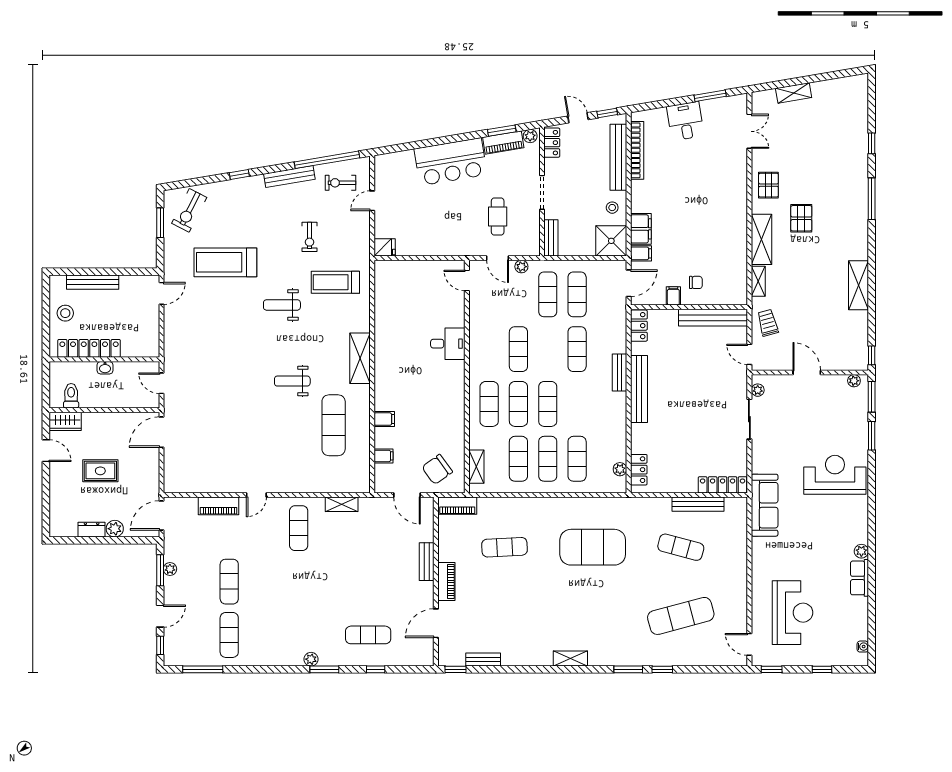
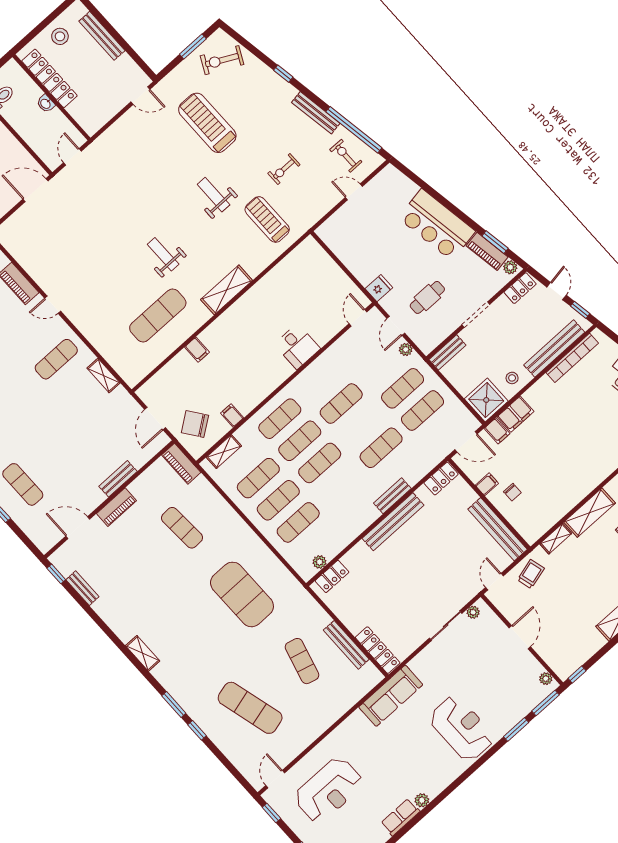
fridge: (385, 247) -> (379, 288), moved, turned -90
filing cabinet: (384, 456) -> (232, 416), moved, turned 180

